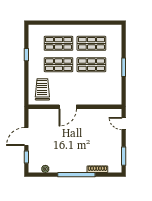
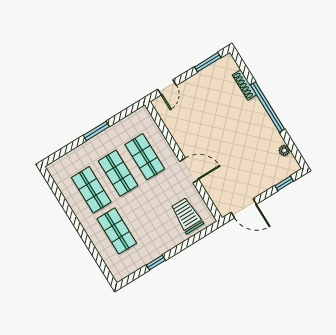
shop shelf: (59, 65) -> (145, 157), moved
trolley: (42, 89) -> (187, 216), turned 90
door: (26, 137) -> (244, 208), moved

